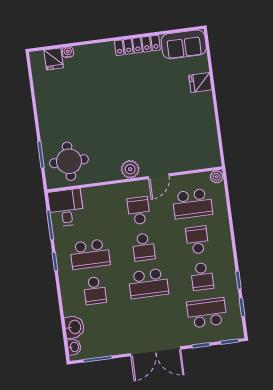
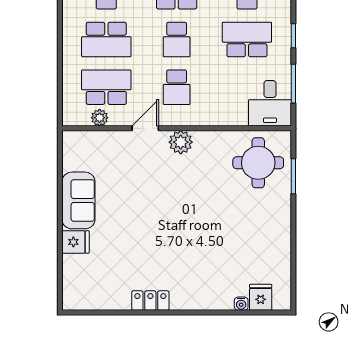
sofa: (184, 44) -> (78, 200), moved, turned 90
locker: (137, 45) -> (150, 301), width x0.66
plant: (217, 177) -> (100, 118), moved
school desk: (197, 240) -> (106, 39), width x1.85
school desk: (144, 247) -> (177, 39), turned 180

